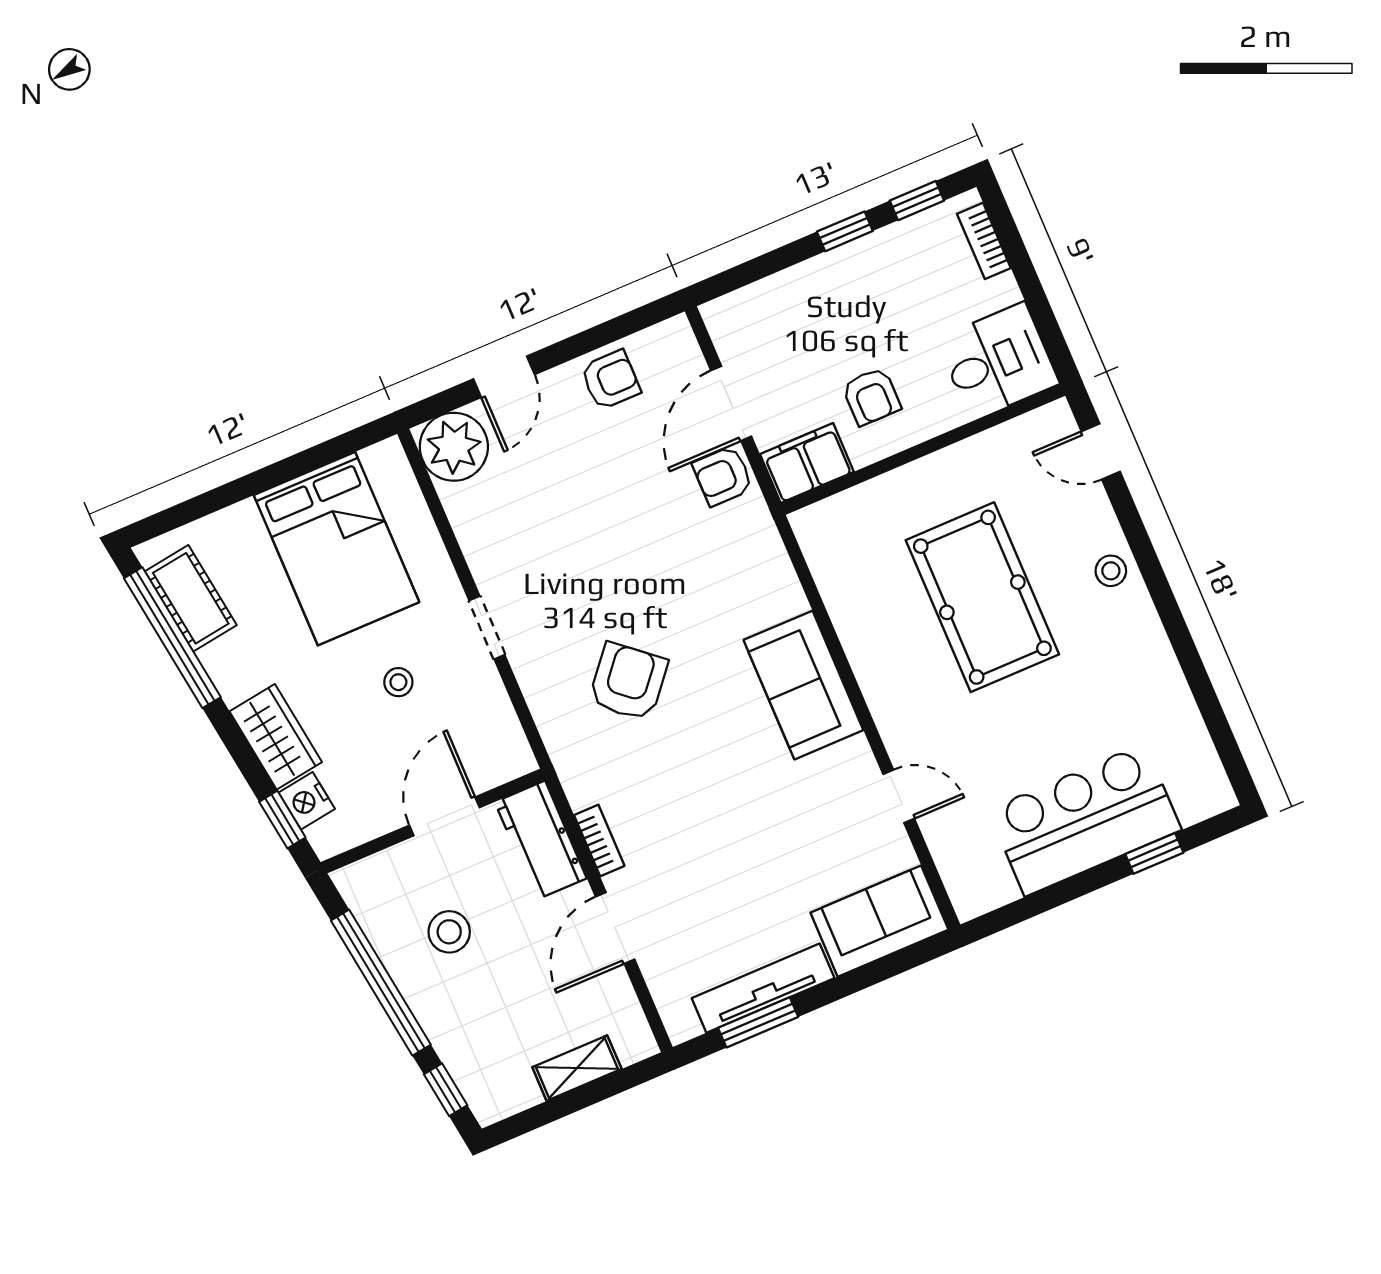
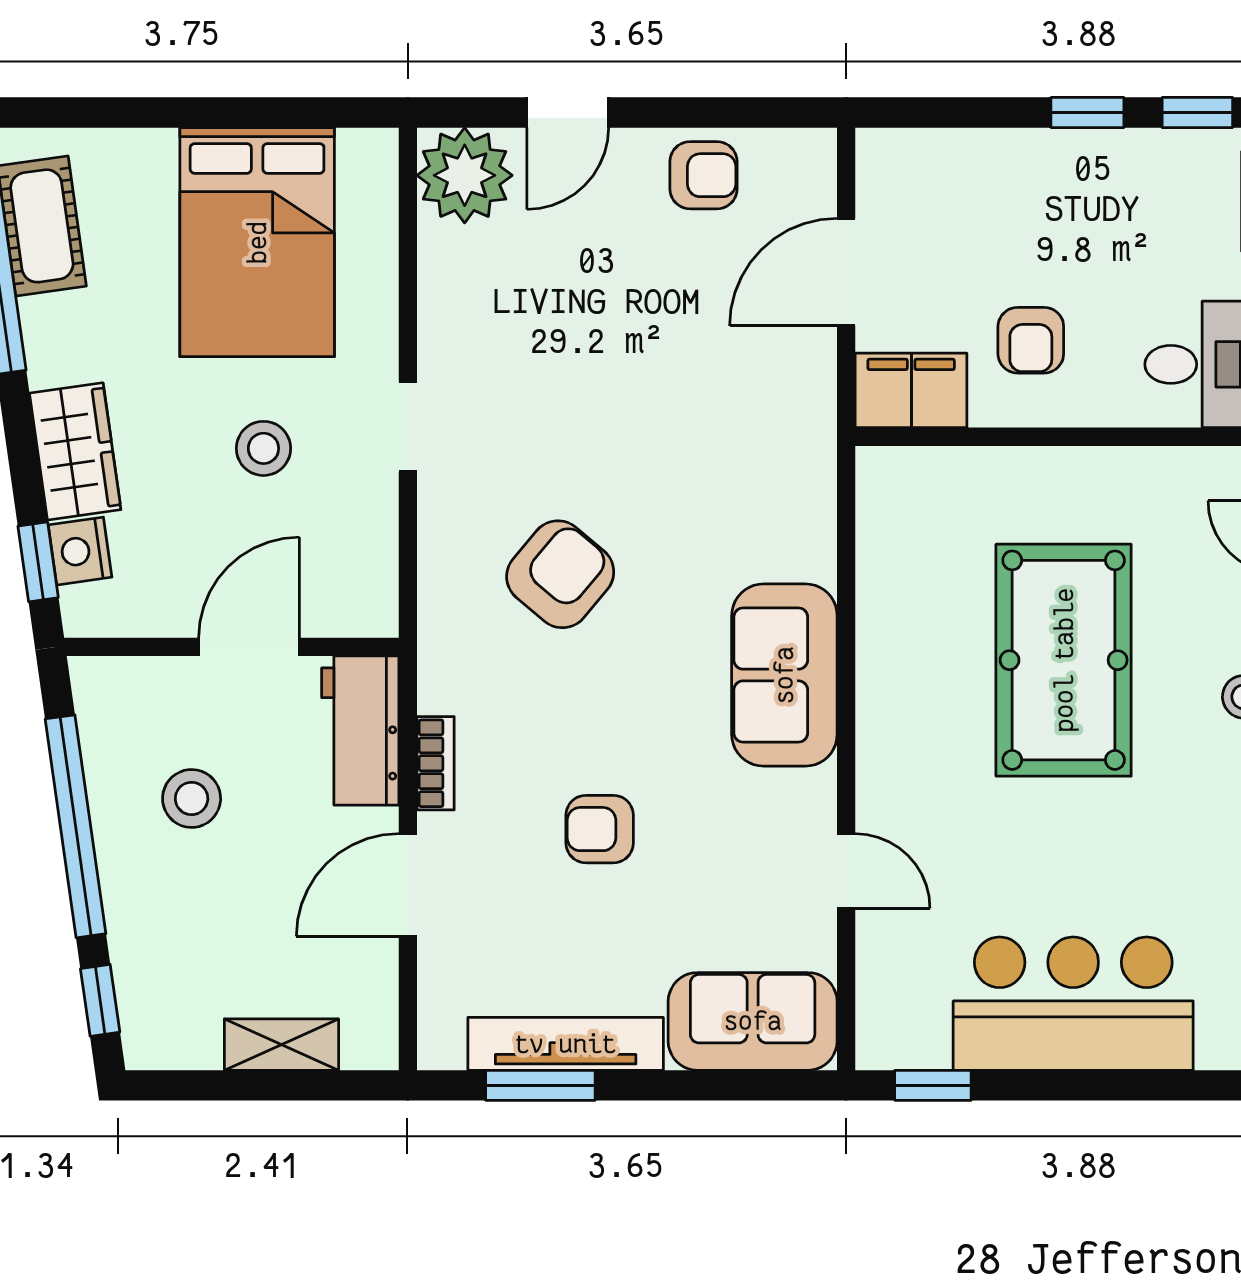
armchair: (723, 476) -> (600, 829), moved
stool: (398, 682) -> (263, 448), width x1.37, depth x1.37
window: (1154, 853) -> (933, 1085), moved

